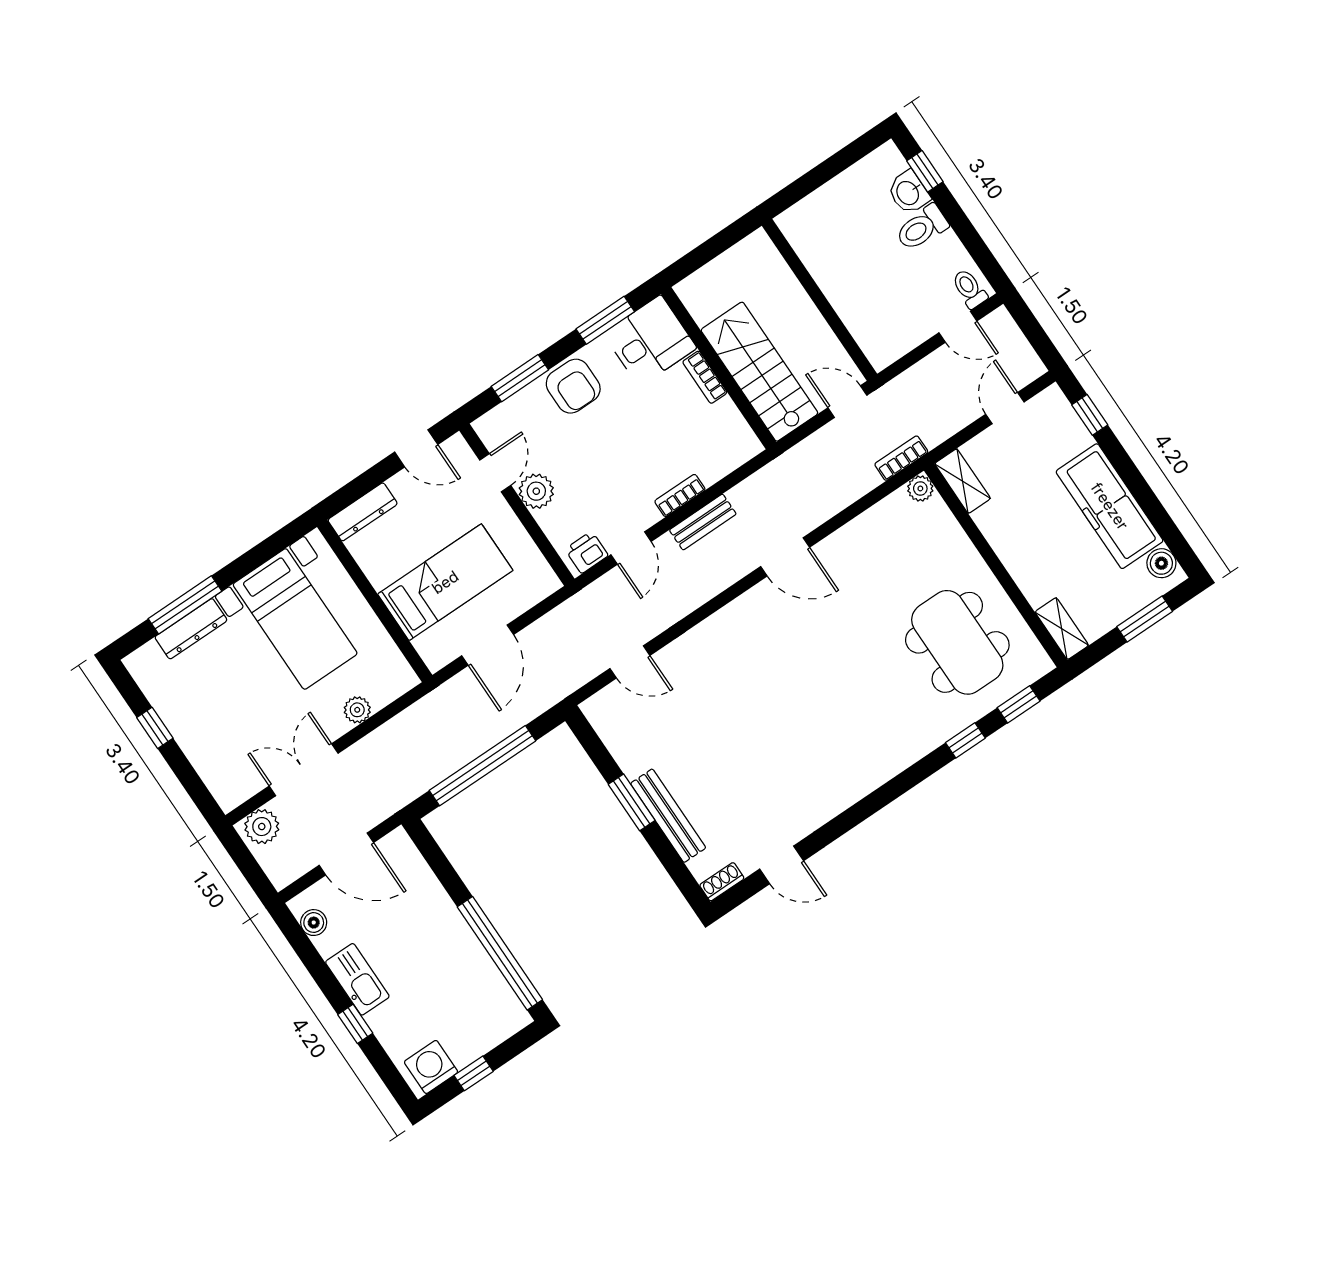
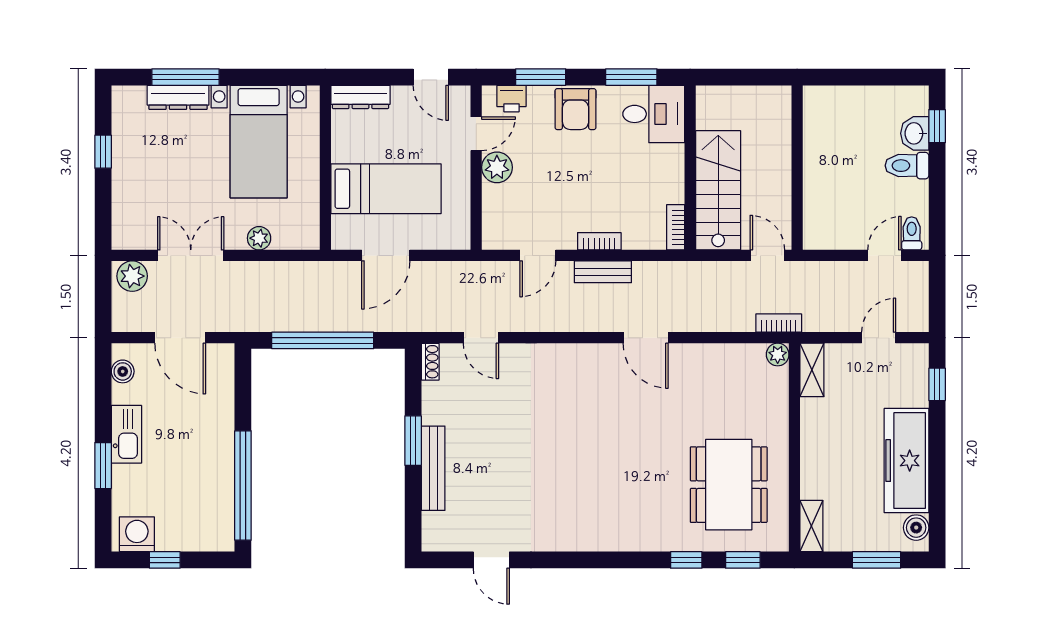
door: (958, 327) -> (884, 255), swing flipped
bookcase: (705, 377) -> (676, 227), moved
printer: (587, 552) -> (511, 99), moved, turned 180
shoe rack: (722, 882) -> (430, 362), moved, turned 90
window: (355, 1024) -> (103, 466), width x1.50

